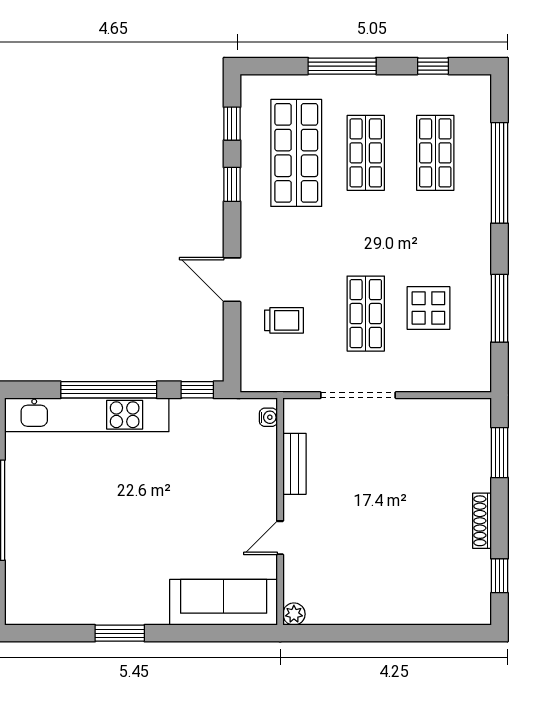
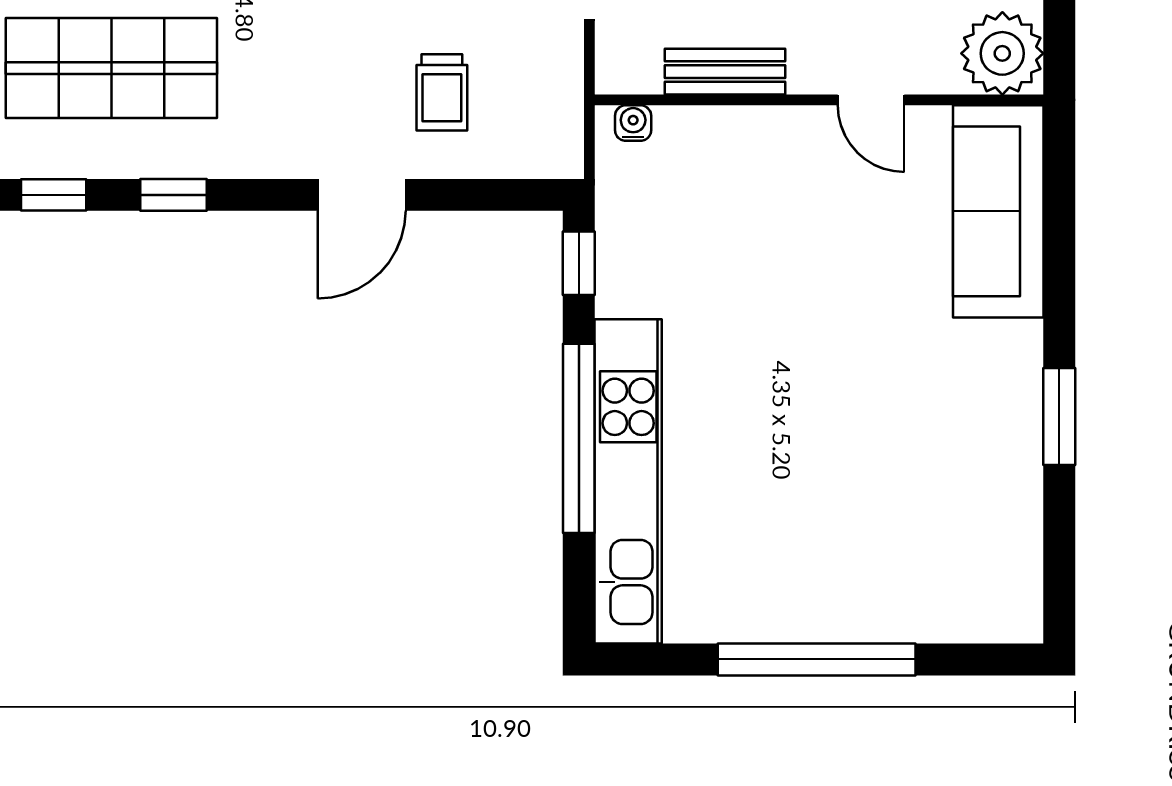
trolley: (284, 320) -> (442, 92), turned 180
plant: (294, 614) -> (1002, 53), width x1.88, depth x1.88

